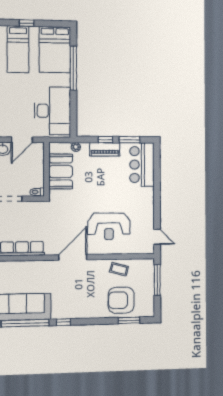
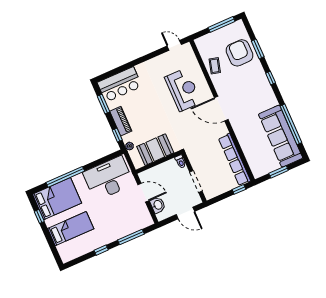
window: (27, 23) -> (39, 216), moved
window: (105, 140) -> (117, 135), moved
door: (157, 237) -> (174, 45), hinge flipped
window: (157, 280) -> (222, 24), moved
armchair: (121, 300) -> (239, 53), turned 180
window: (129, 320) -> (258, 49), moved
window: (63, 322) -> (271, 78), moved

